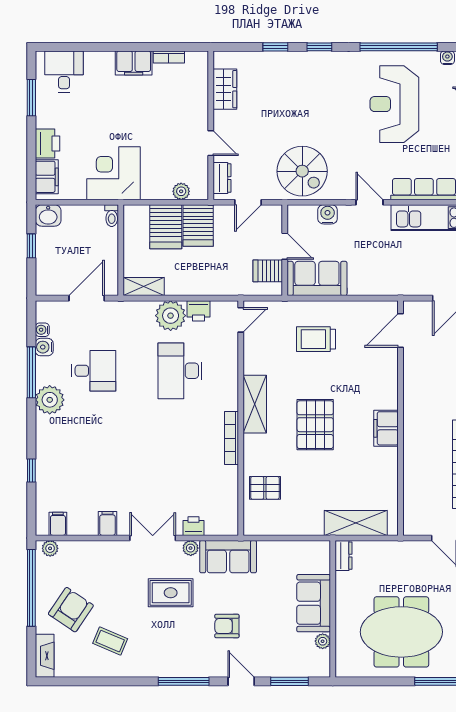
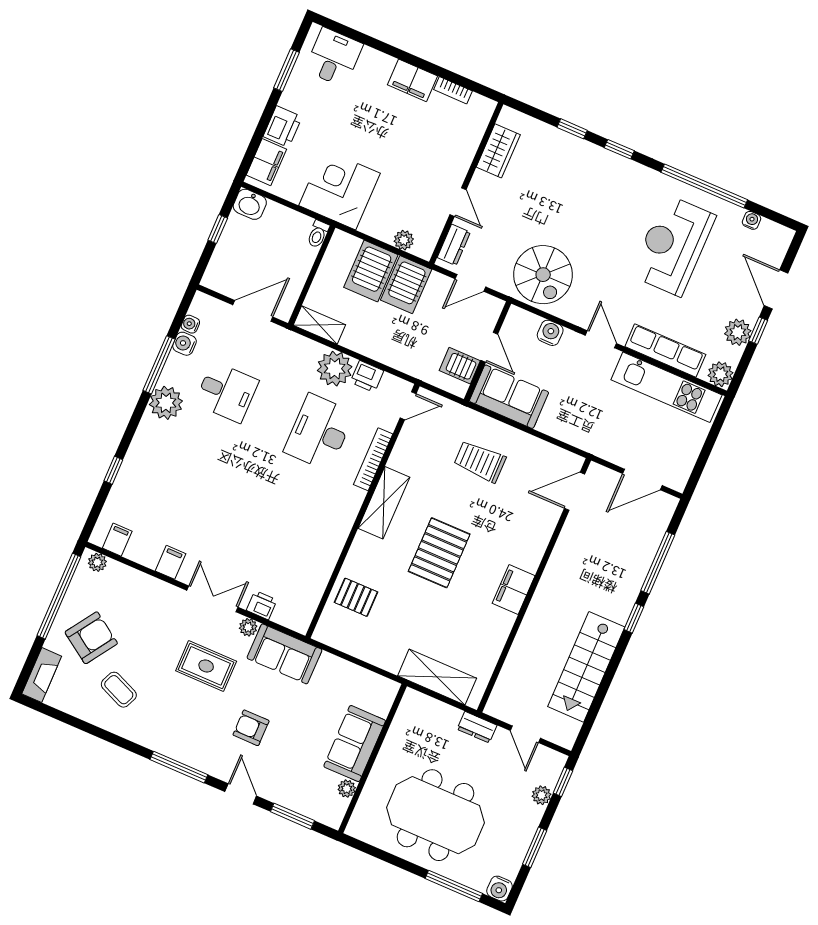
bookcase: (232, 438) -> (373, 459), moved
dresser: (344, 556) -> (477, 727), moved, turned 90

